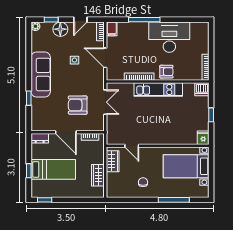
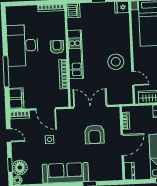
floor lamp: (60, 29) -> (20, 167), moved
filing cabinet: (112, 29) -> (16, 98), width x2.00
door: (105, 58) -> (46, 109), hinge flipped
double door: (105, 102) -> (90, 107), width x1.37
stool: (149, 129) -> (116, 62), added
door: (132, 146) -> (133, 78), hinge flipped

